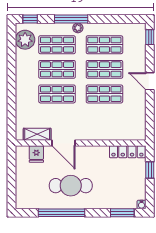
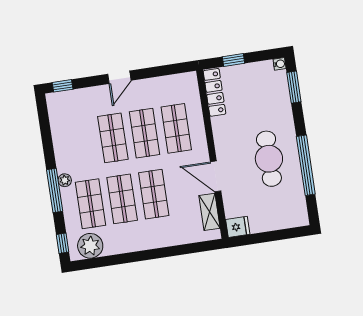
shop shelf: (104, 45) -> (176, 128), moved
door: (63, 143) -> (216, 176), swing flipped
fridge: (36, 154) -> (238, 227), moved

